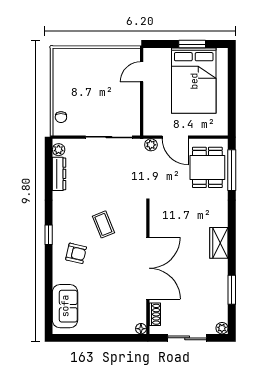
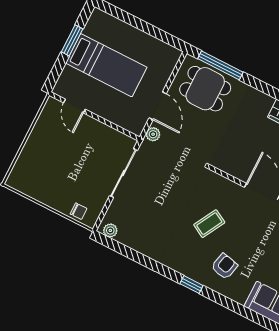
bed: (194, 81) -> (106, 65), width x0.67
door: (175, 137) -> (158, 106), hinge flipped
dresser: (59, 174) -> (135, 243), removed
coffee table: (103, 224) -> (209, 224), turned -39

